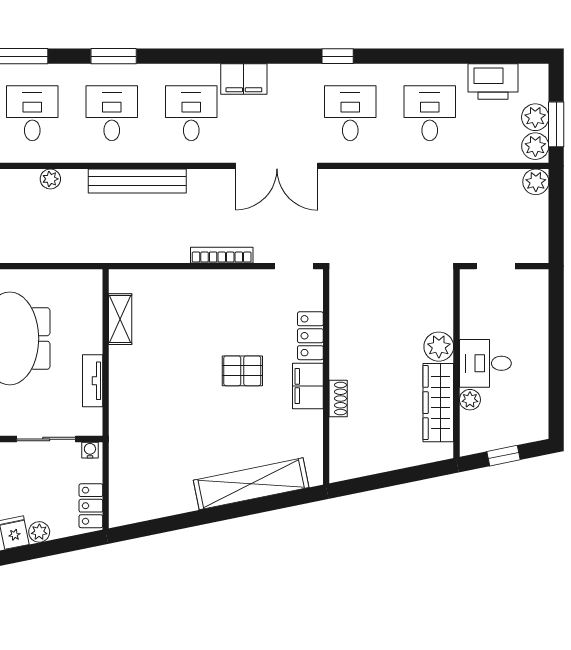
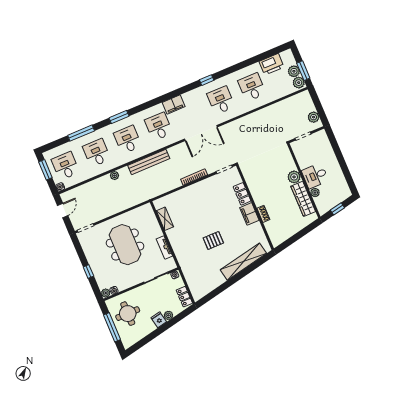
plant: (536, 182) -> (314, 117), moved
pallet: (242, 371) -> (213, 240), moved

